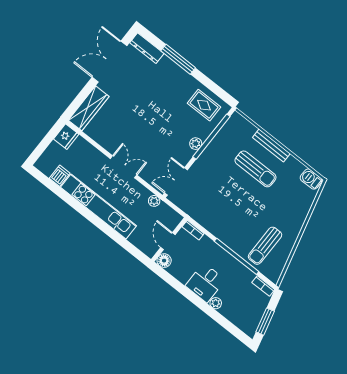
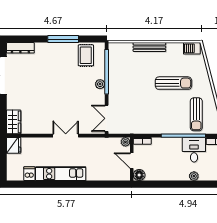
window: (178, 59) -> (63, 39), moved
rug: (204, 105) -> (86, 55), turned 90
wardrobe: (89, 108) -> (14, 122), width x0.67
sun lounger: (255, 169) -> (173, 83), moved
plant: (154, 201) -> (125, 142), moved
kitchen unit: (99, 206) -> (61, 174), width x0.73
desk: (205, 283) -> (194, 150), moved, turned 180

